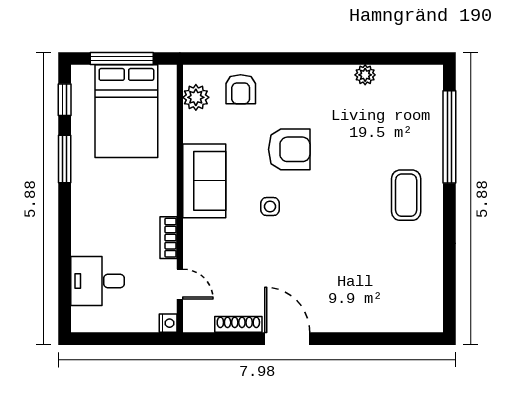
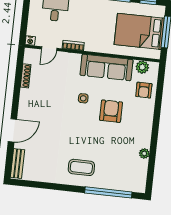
armchair: (241, 89) -> (144, 90), turned -90
armchair: (289, 149) -> (111, 111), turned 180
sofa: (204, 181) -> (107, 67), width x1.36
bench: (412, 321) -> (17, 164), added
door: (287, 339) -> (12, 130), moved

